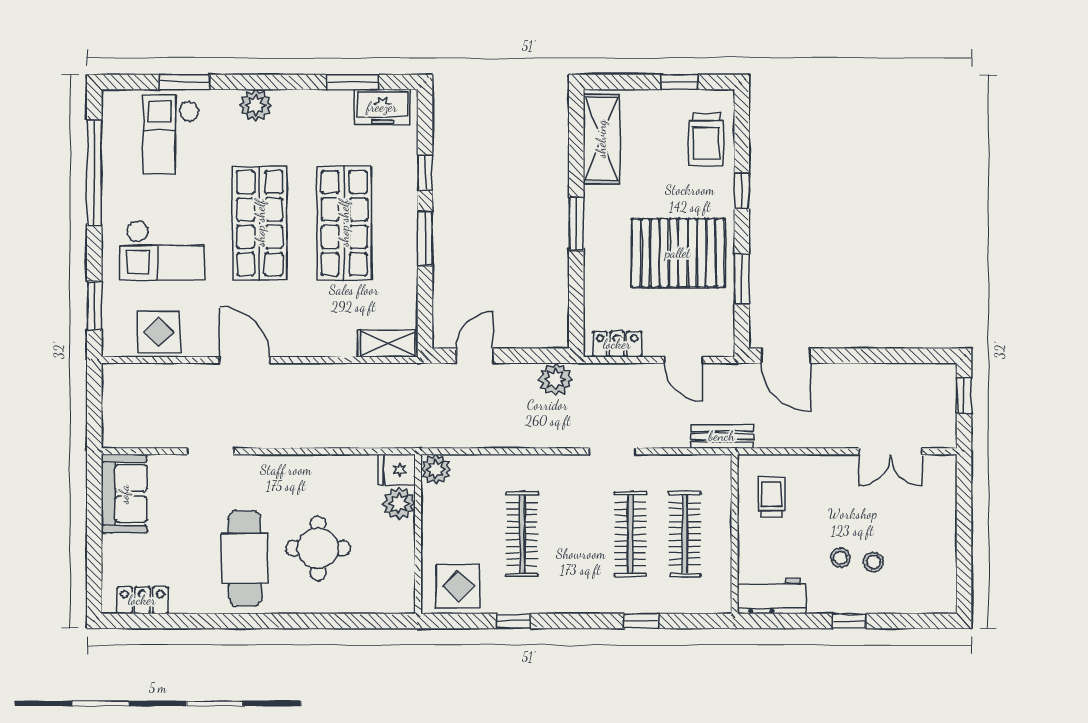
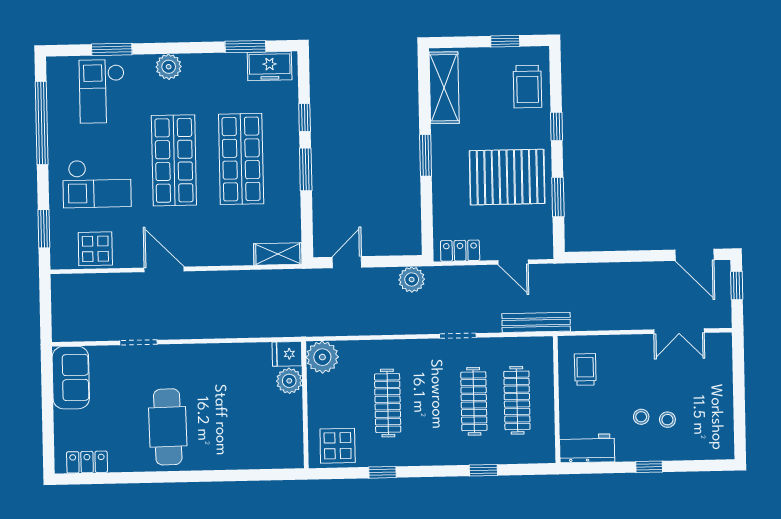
door: (786, 356) -> (694, 255), moved
bench: (722, 436) -> (536, 322), width x1.36
plant: (436, 469) -> (322, 357), width x1.36, depth x1.36
round table: (318, 548) -> (226, 418), removed

